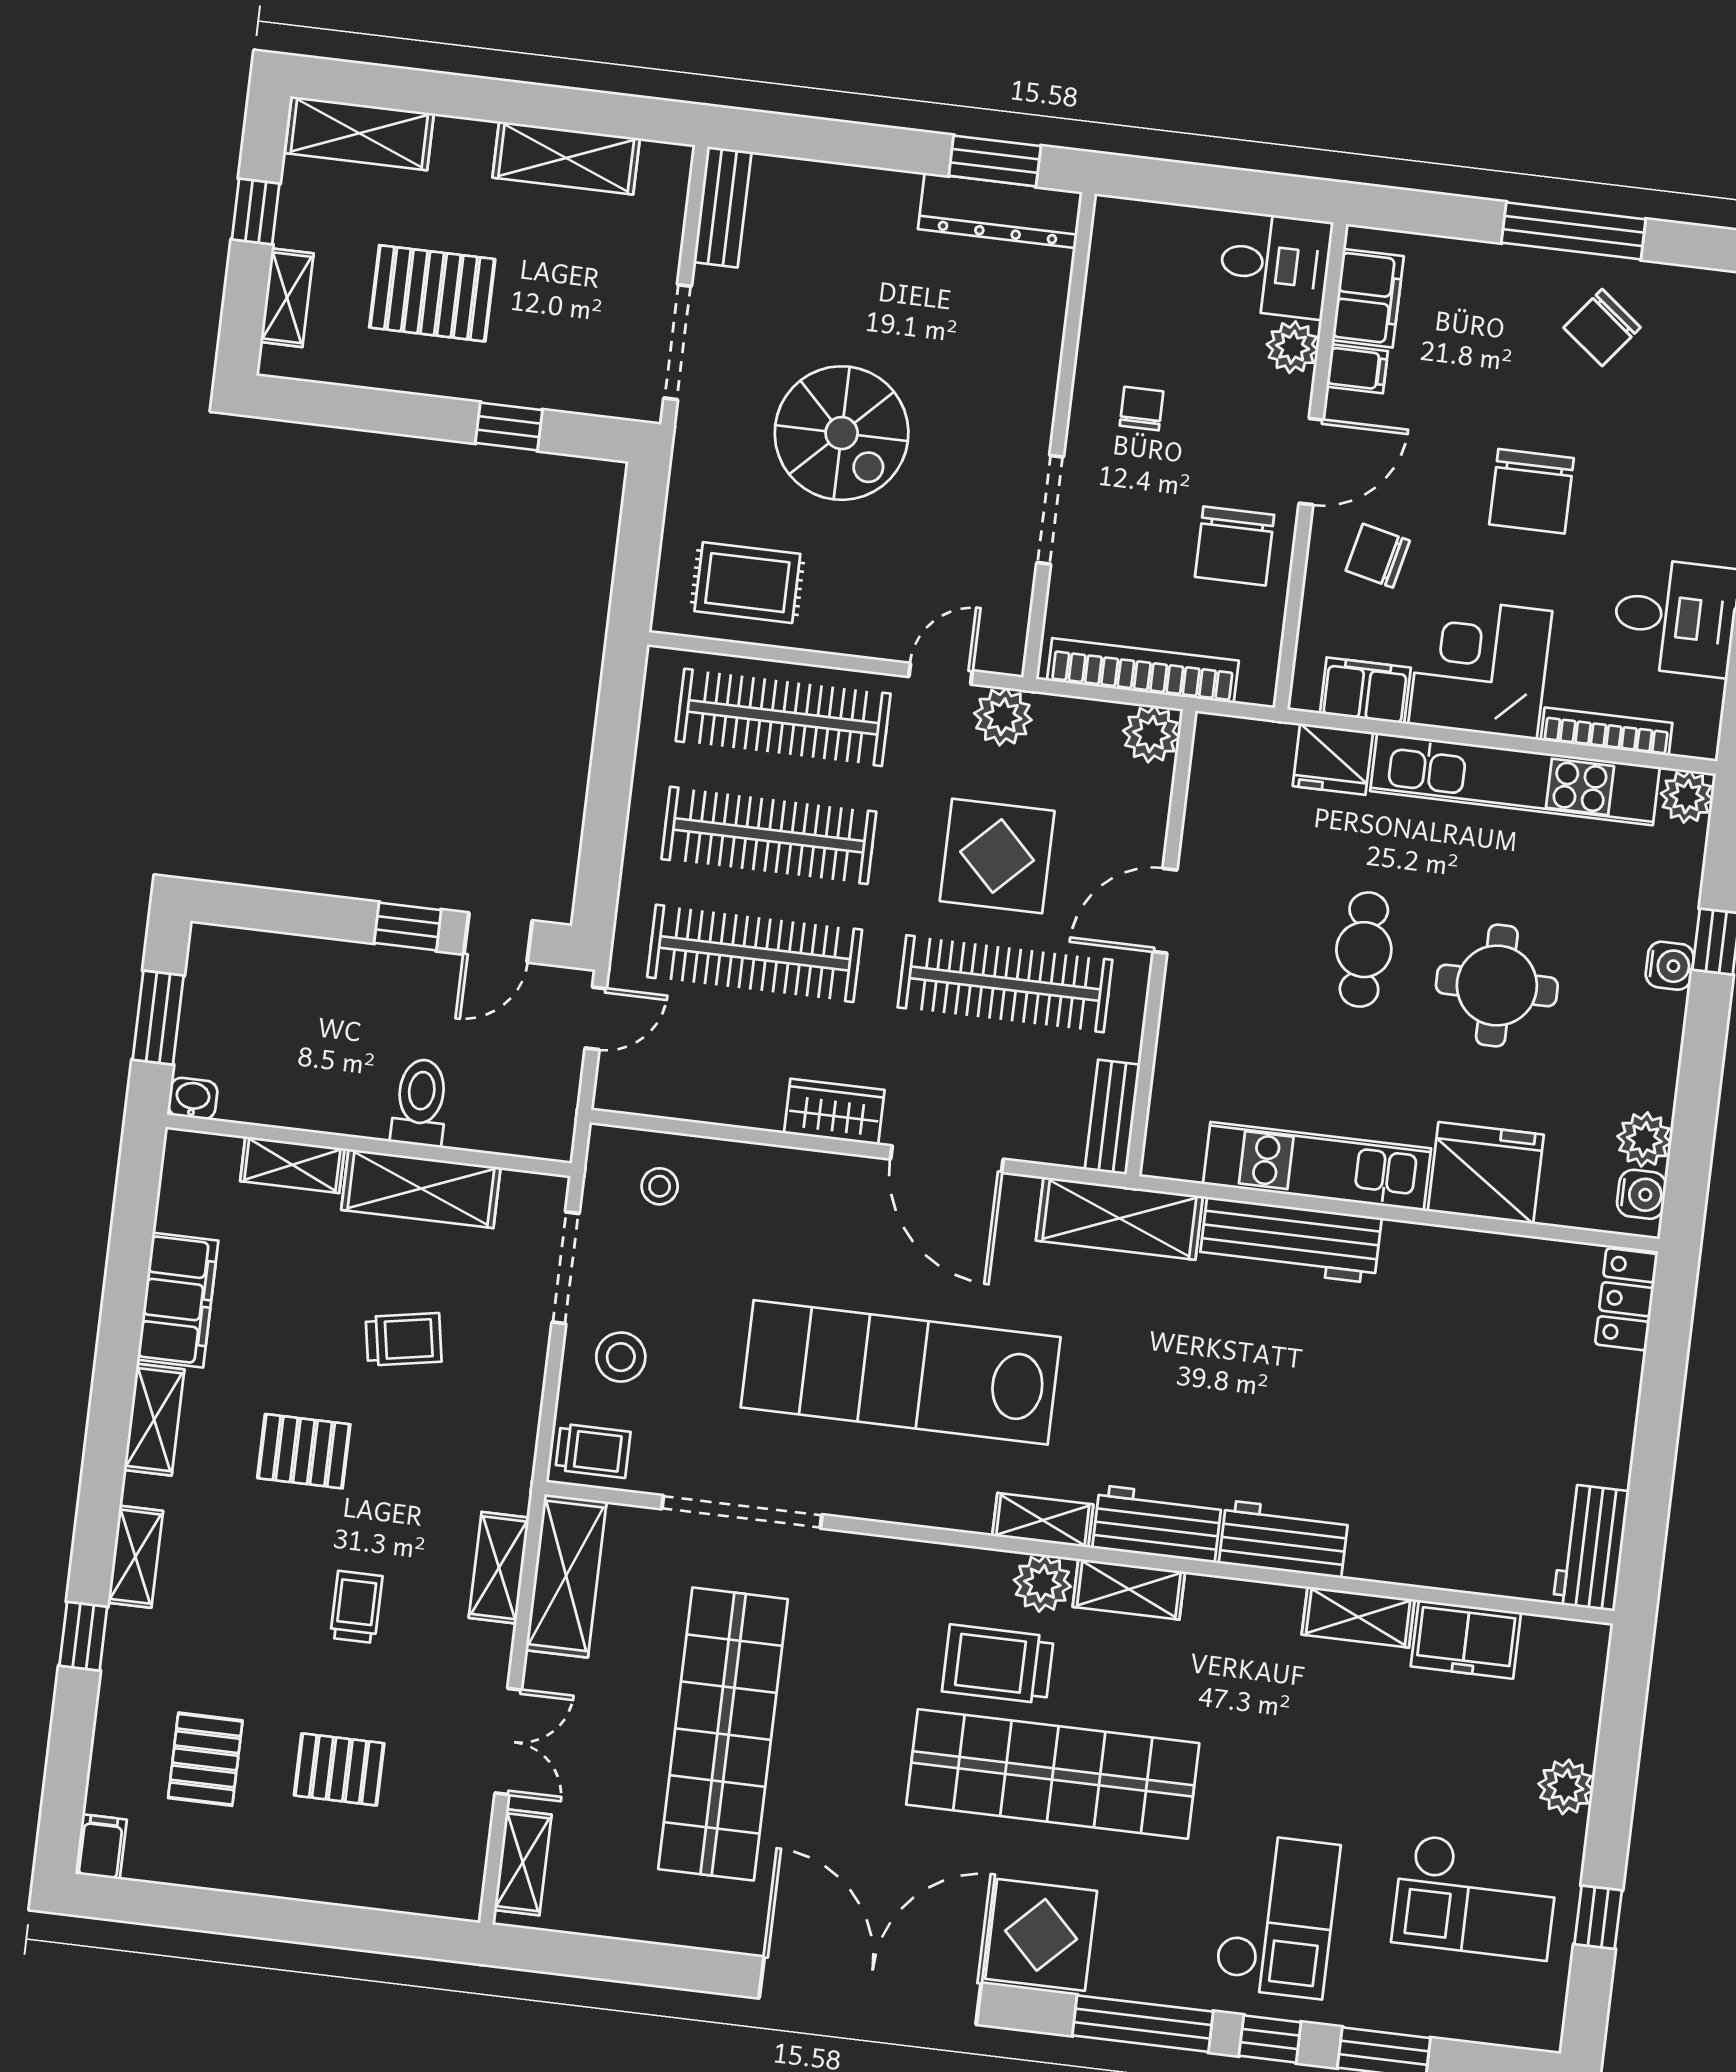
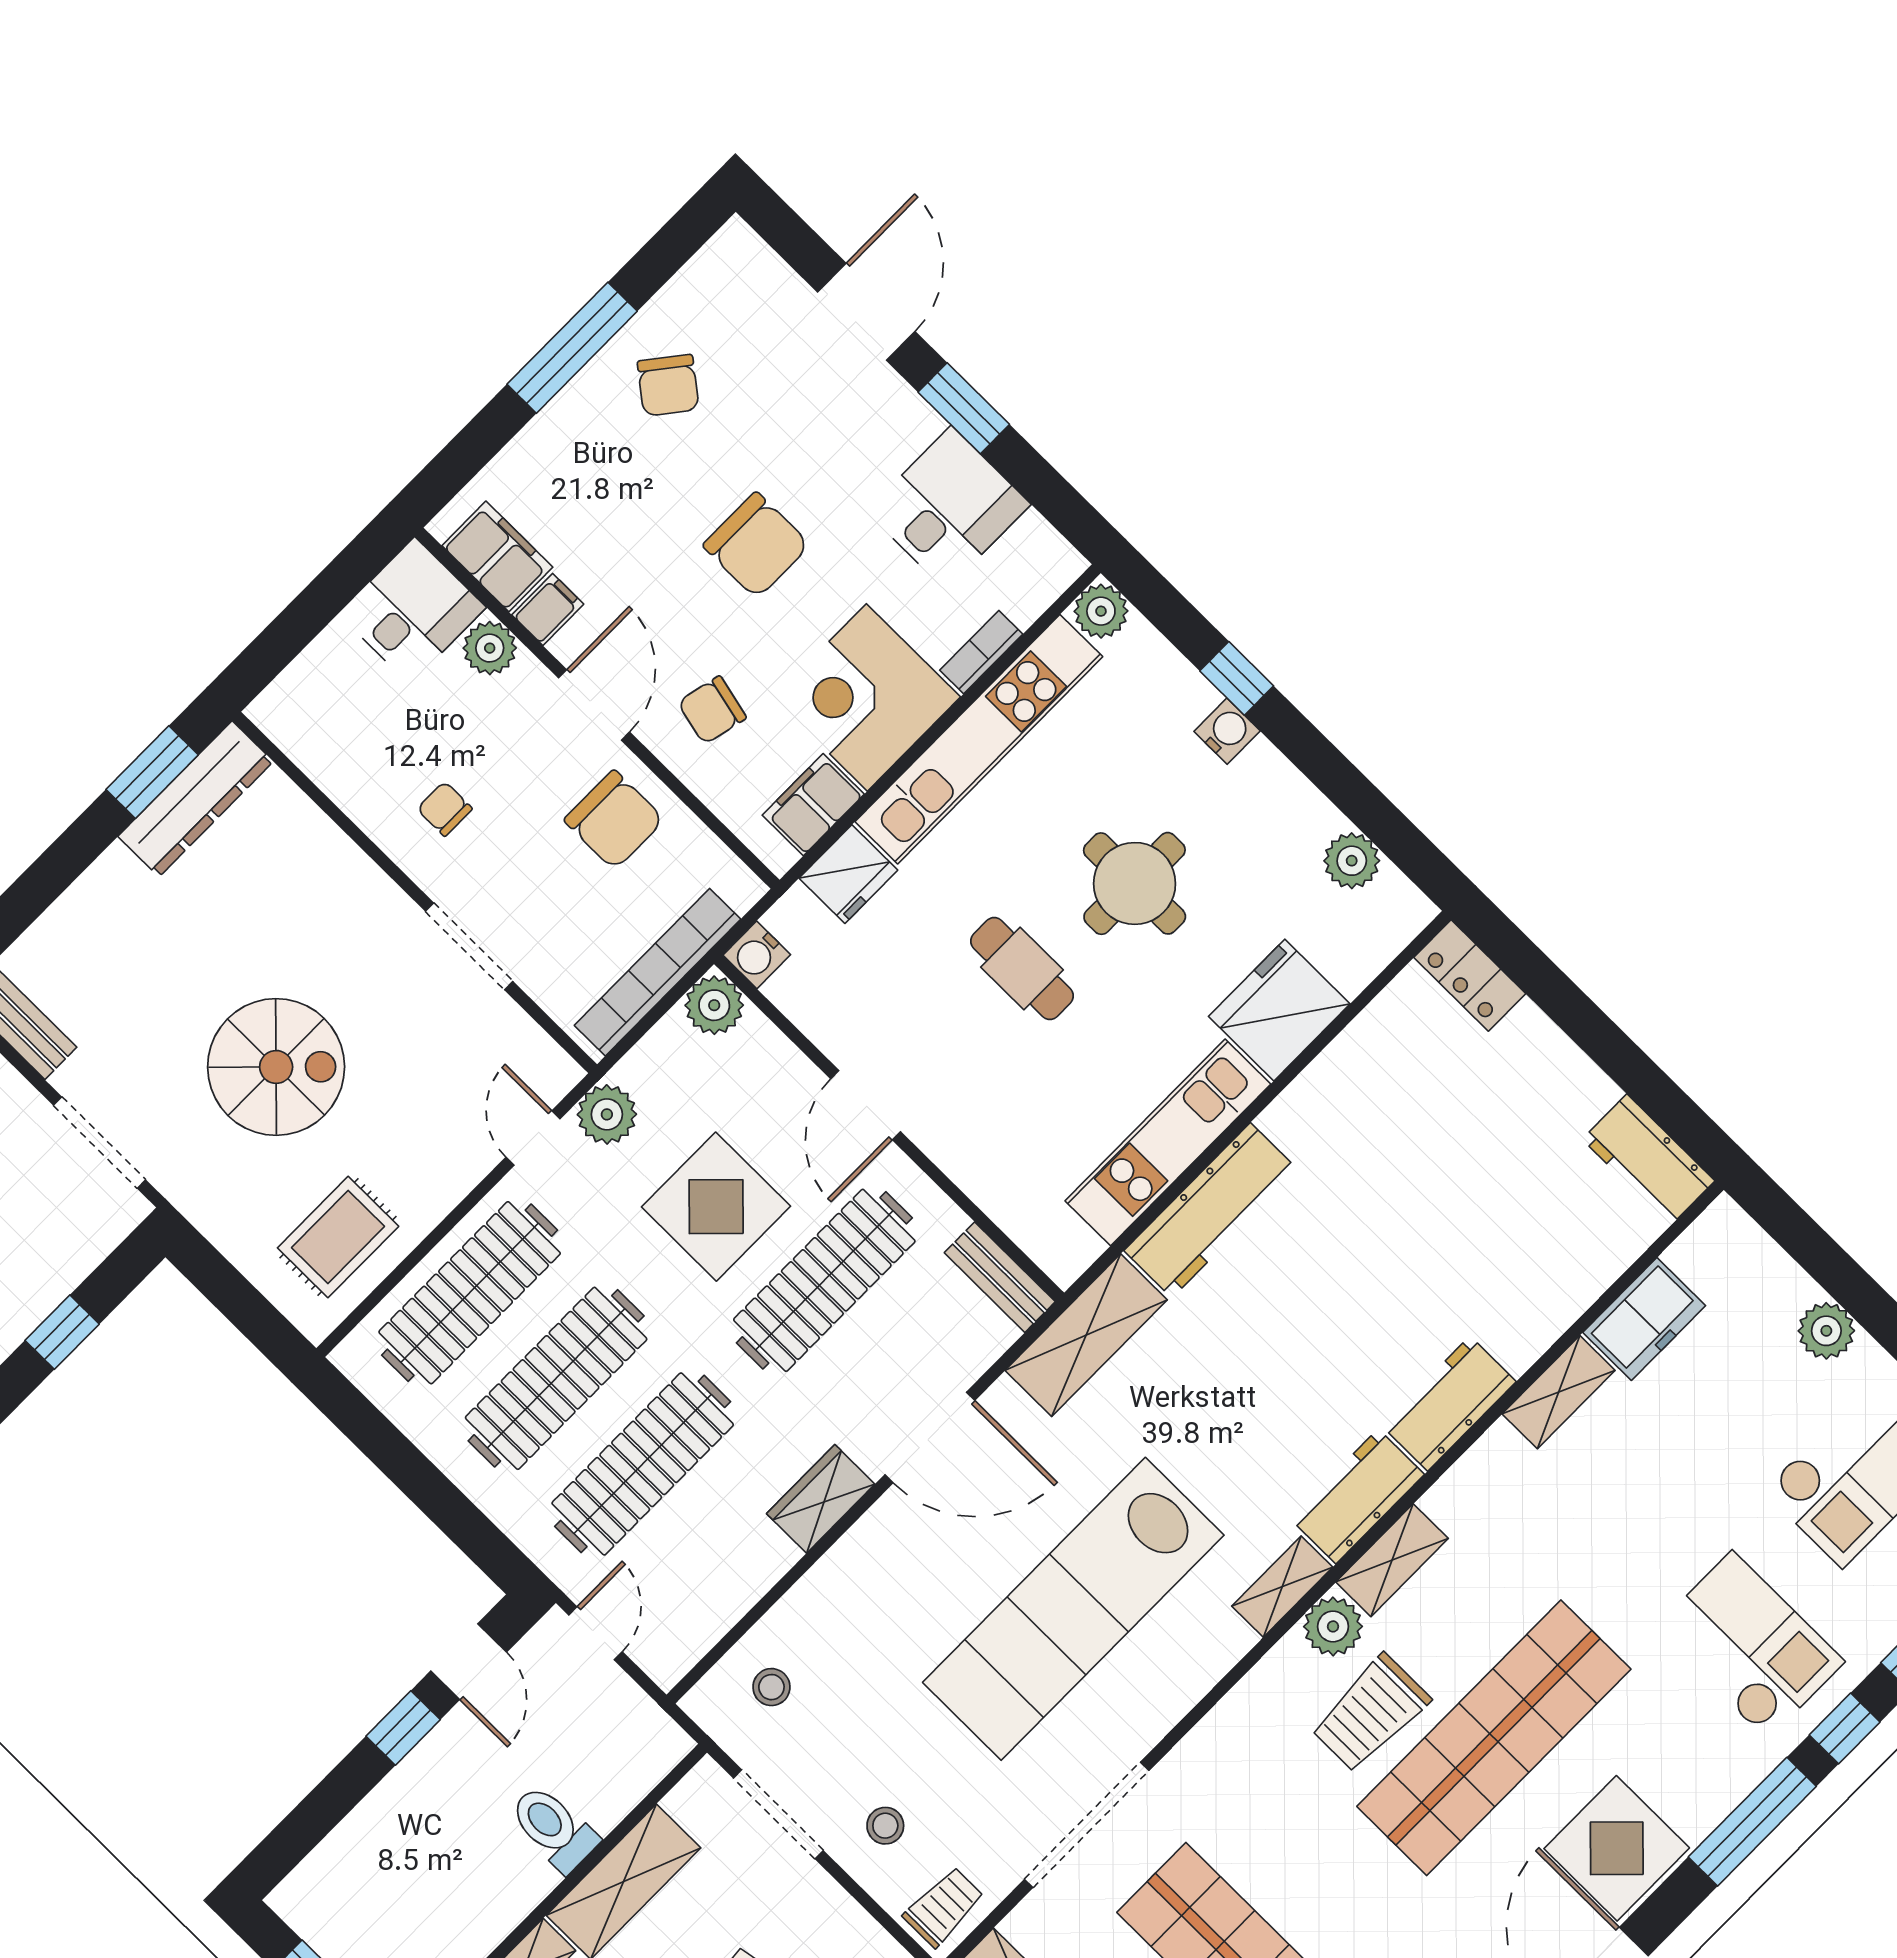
bookcase: (1607, 732) -> (981, 652), width x0.64
water cooler: (1642, 1194) -> (757, 955), moved, turned 180
stool: (621, 1357) -> (885, 1826), width x0.73, depth x0.73

